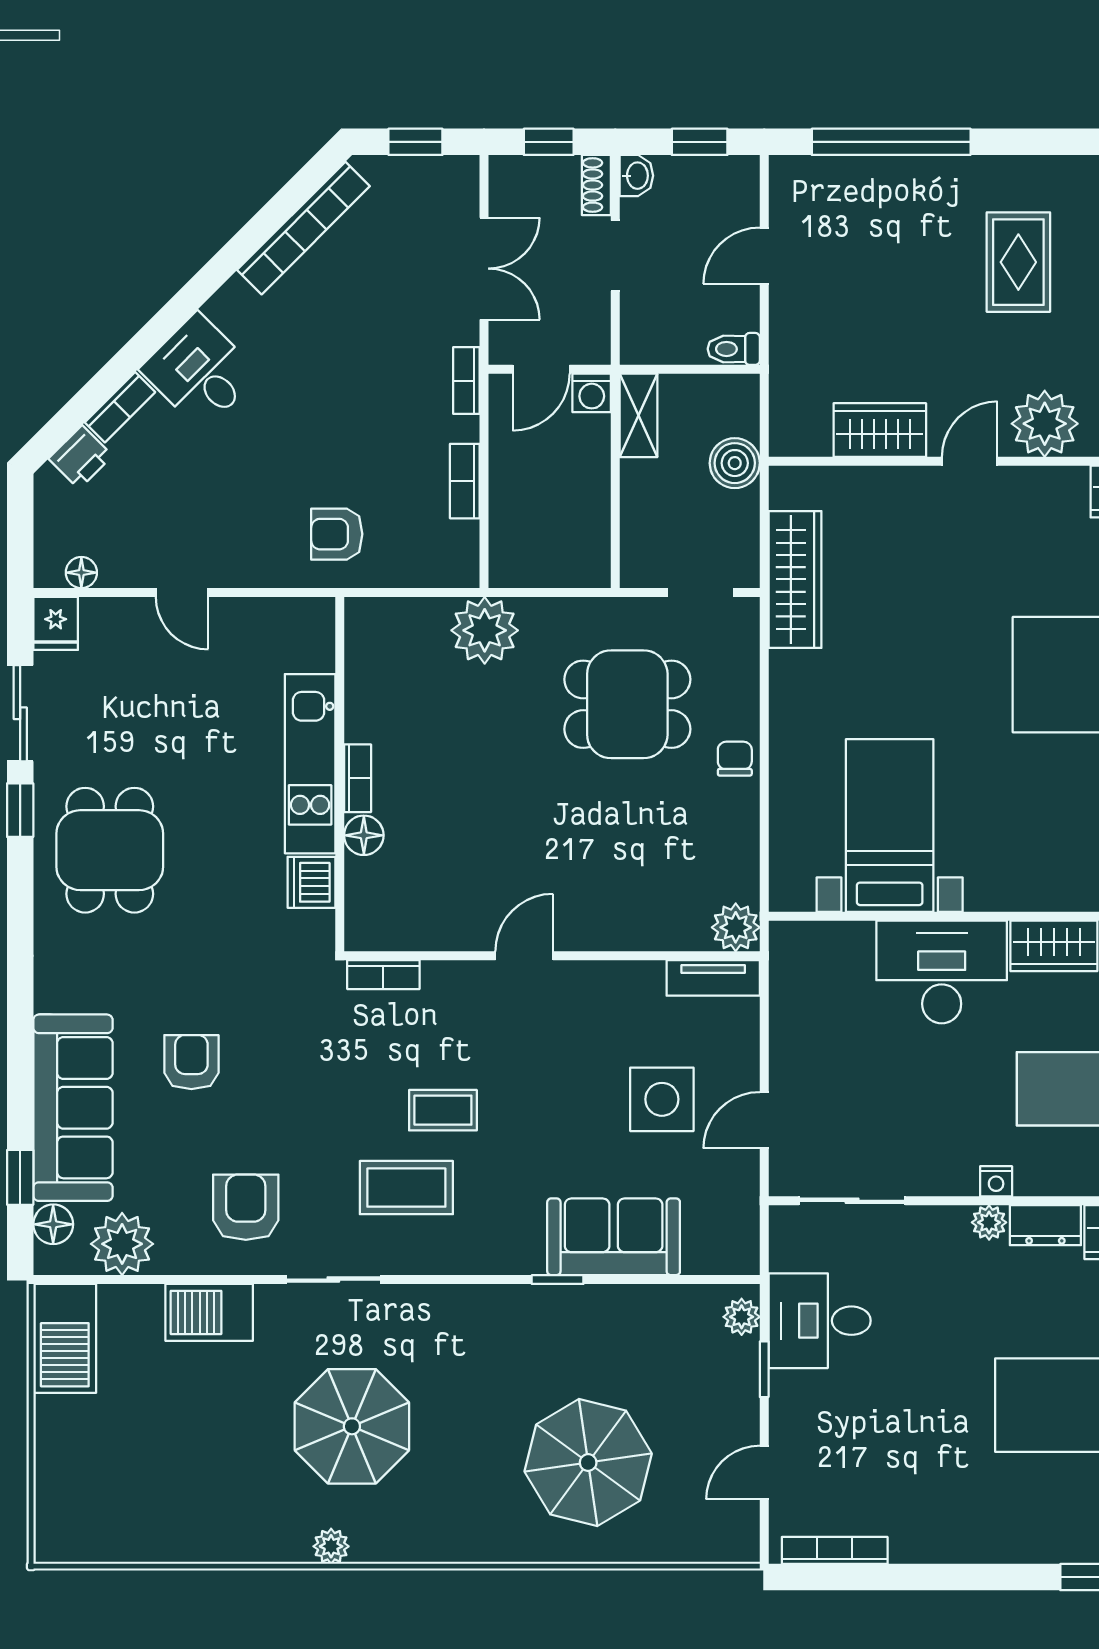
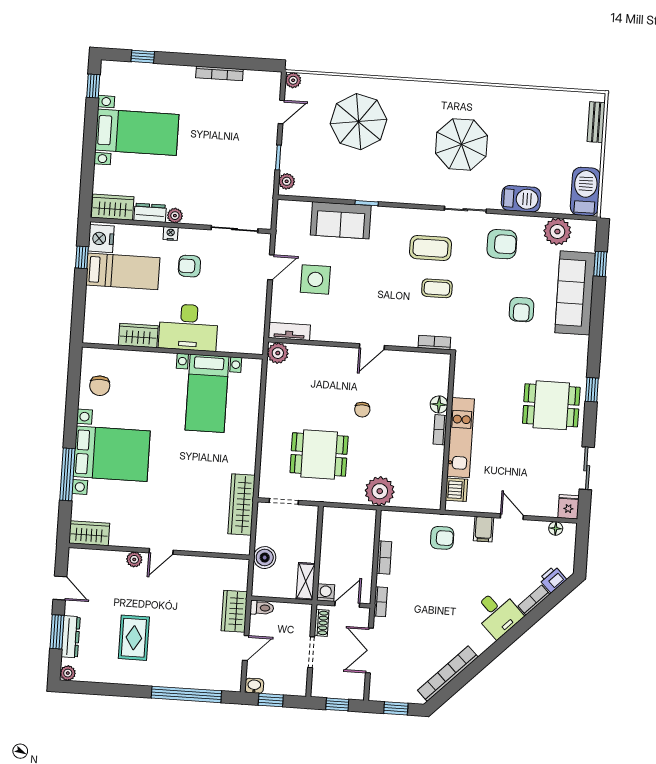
washbasin: (636, 176) -> (254, 686), moved, turned 90
shoe rack: (596, 185) -> (322, 623), moved
plant: (1045, 424) -> (134, 559), width x0.53, depth x0.53
wardrobe: (880, 430) -> (234, 611), moved, turned 90
filing cabinet: (244, 560) -> (484, 529), added
chair: (735, 759) -> (362, 410), moved
window: (20, 810) -> (592, 390), moved
dining table: (110, 850) -> (551, 405), turned 90
dishwasher: (311, 882) -> (456, 490), moved
coffee table: (443, 1110) -> (437, 288), moved
armchair: (949, 1111) -> (189, 266), added
armchair: (246, 1207) -> (502, 244), turned -90
floor lamp: (53, 1224) -> (587, 242), removed
desk: (820, 1321) -> (252, 177), removed
bench: (51, 1497) -> (596, 122), added
plant: (331, 1546) -> (293, 80), moved
bookcase: (835, 1550) -> (219, 73), moved

